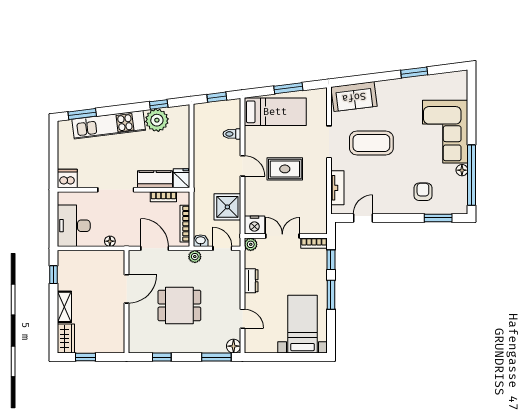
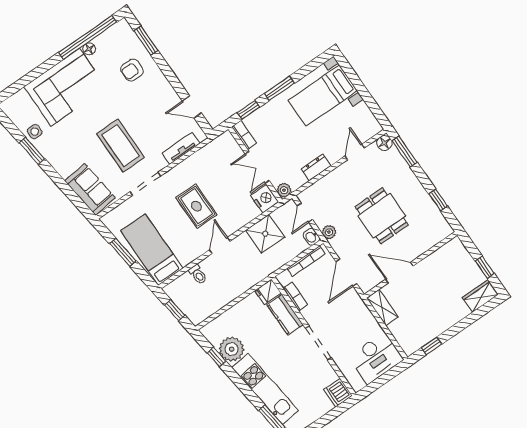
side table: (427, 85) -> (35, 132), added
floor lamp: (110, 241) -> (367, 317), removed
shelving: (64, 307) -> (382, 308), moved, turned 90

